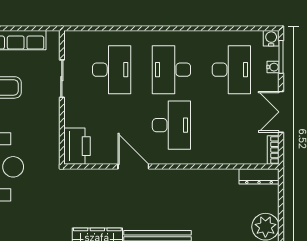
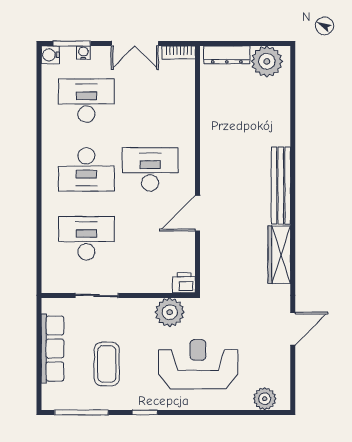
plant: (47, 142) -> (170, 312), added
printer: (77, 146) -> (184, 283), width x0.53, depth x0.68
dresser: (259, 176) -> (227, 55), moved, turned 90

